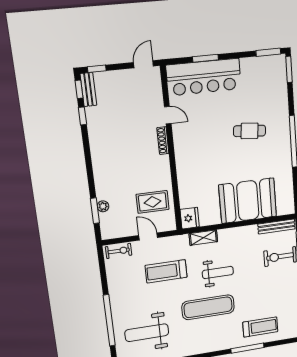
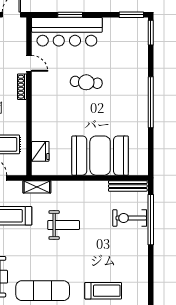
cafe table: (250, 131) -> (86, 82), moved
fridge: (190, 218) -> (40, 151), moved
shelving: (203, 238) -> (37, 187), moved
exercise mat: (208, 307) -> (43, 291), moved

